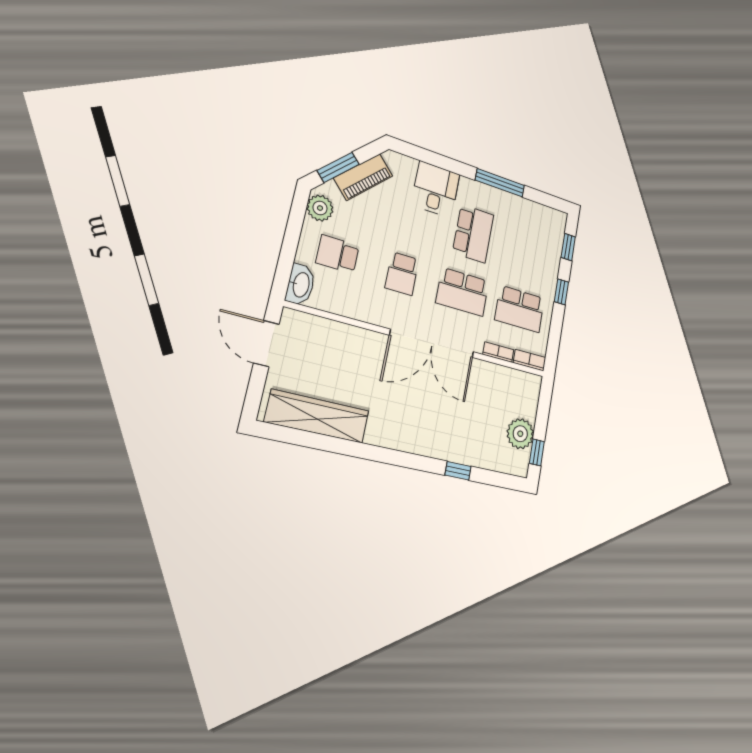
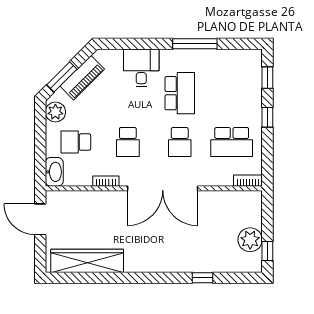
school desk: (463, 292) -> (180, 142), width x0.54
bookcase: (498, 352) -> (106, 181), moved

